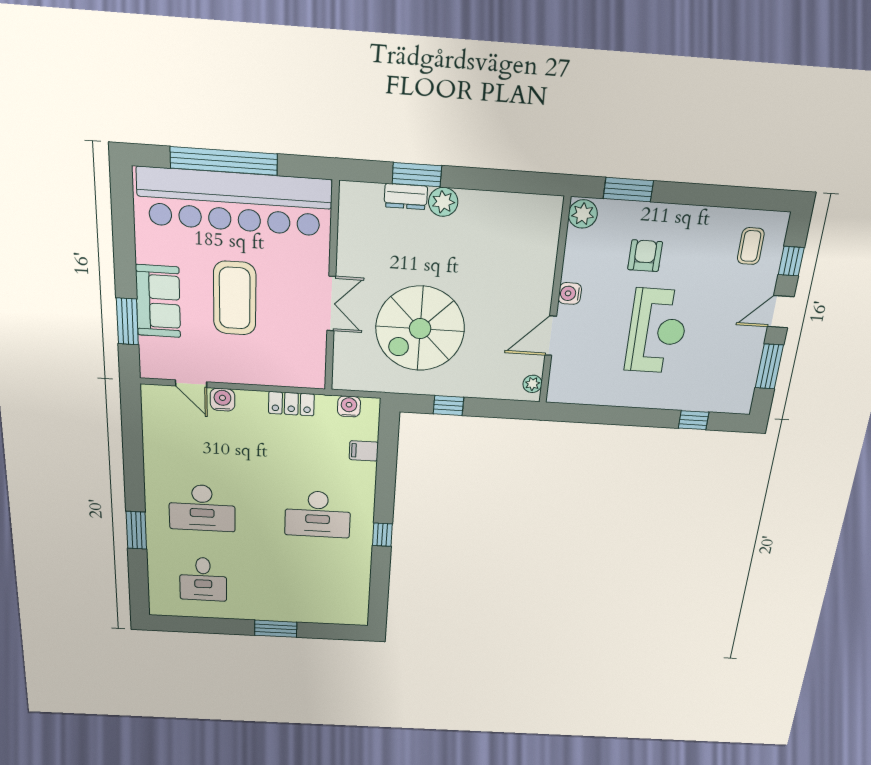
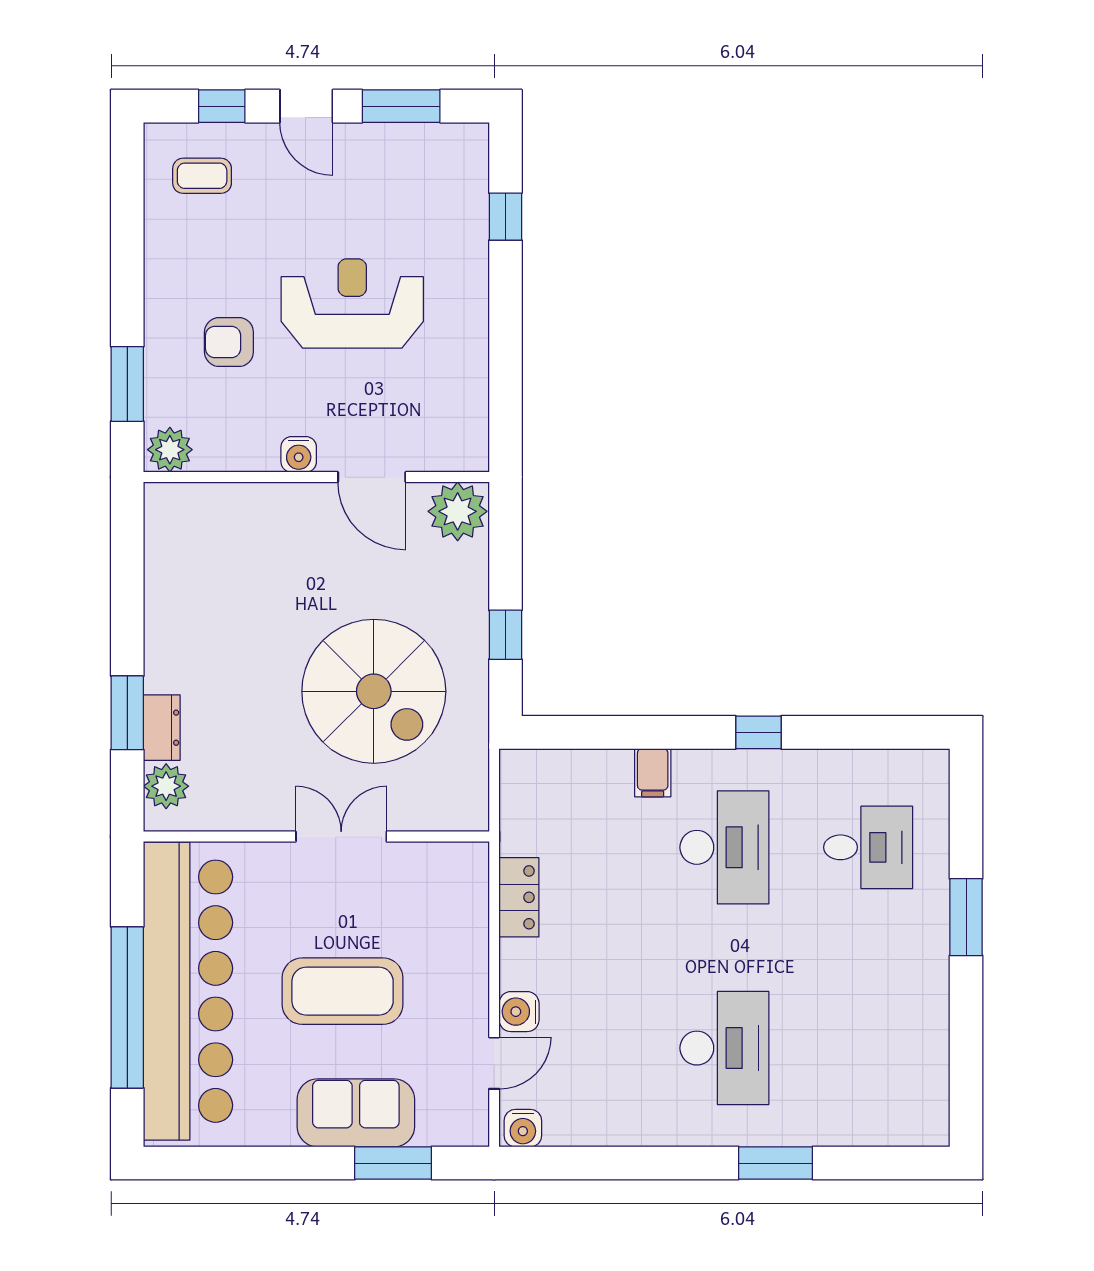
plant: (443, 202) -> (166, 786), moved
plant: (533, 384) -> (458, 511), width x1.88, depth x1.88
water cooler: (349, 406) -> (523, 1128), moved, turned -90
filing cabinet: (364, 451) -> (653, 773), moved
desk: (203, 579) -> (868, 847), moved

